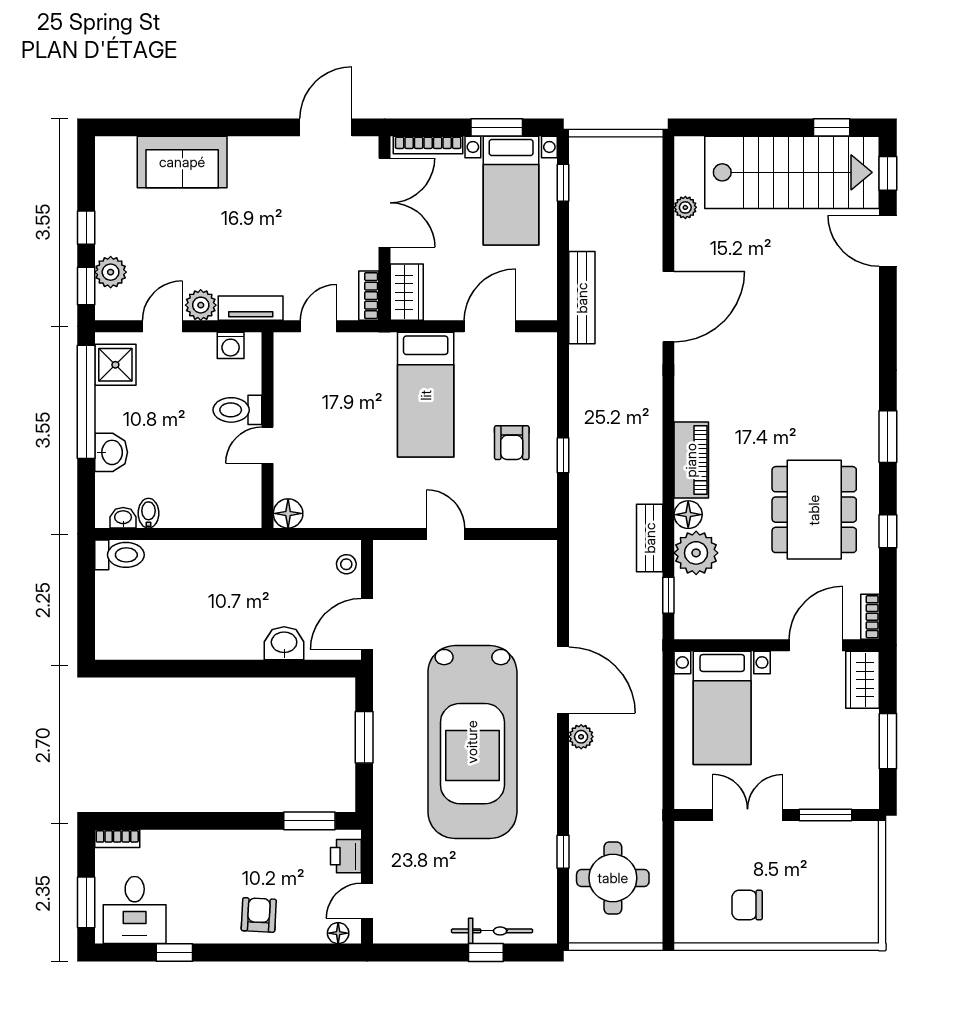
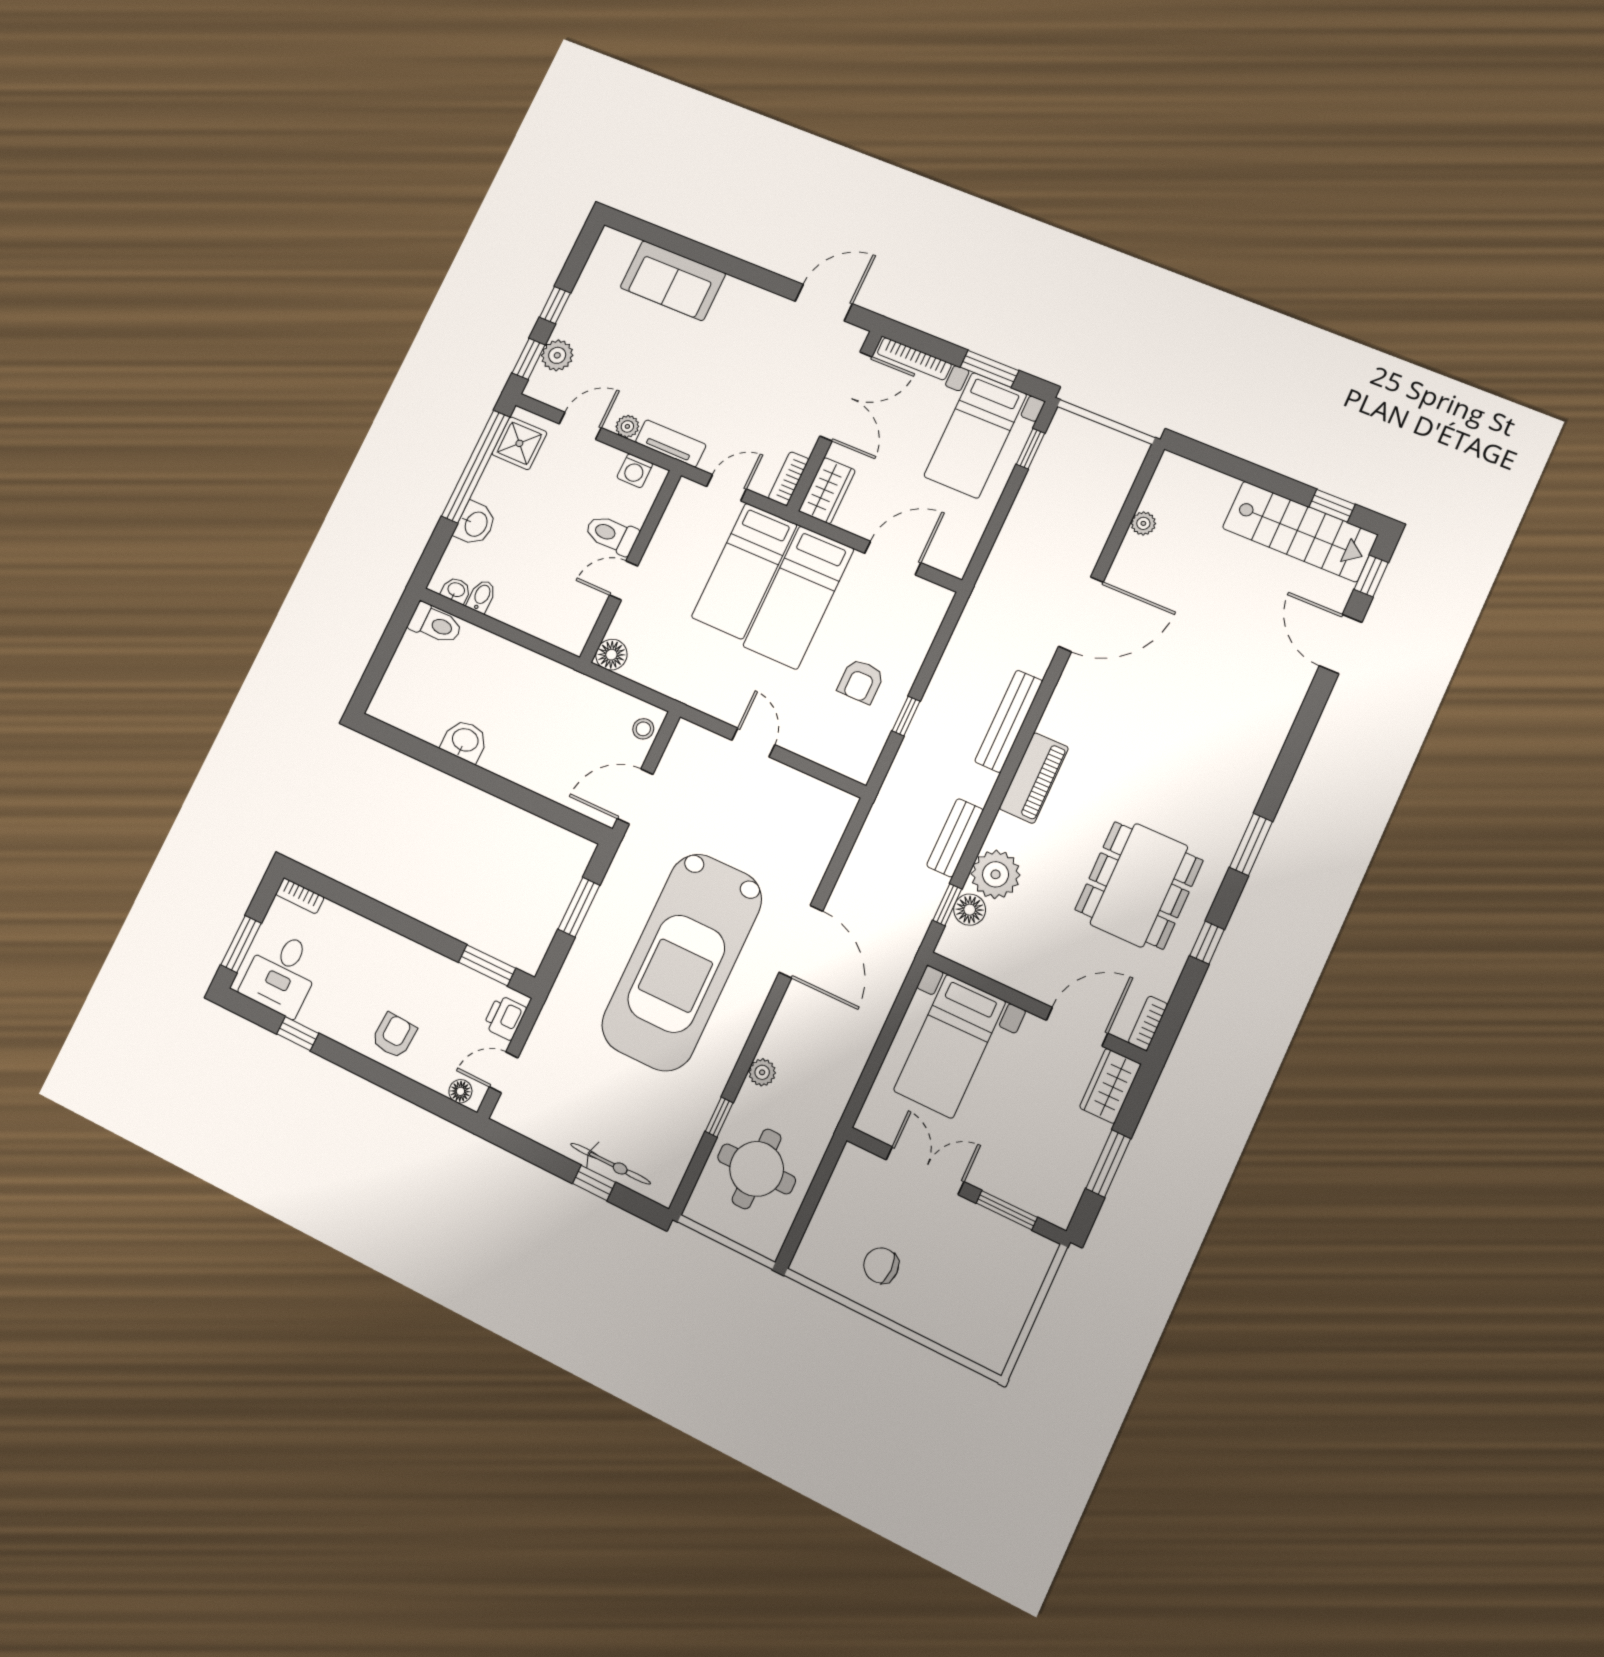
stairs: (792, 172) -> (1300, 531), width x0.73, depth x0.66
bench: (582, 298) -> (1009, 721), moved
plant: (201, 305) -> (627, 426), width x0.73, depth x0.73
bed: (368, 392) -> (744, 571), added
floor lamp: (688, 515) -> (970, 910), moved
washbasin: (284, 643) -> (465, 741), moved
plant: (581, 737) -> (762, 1072), moved

